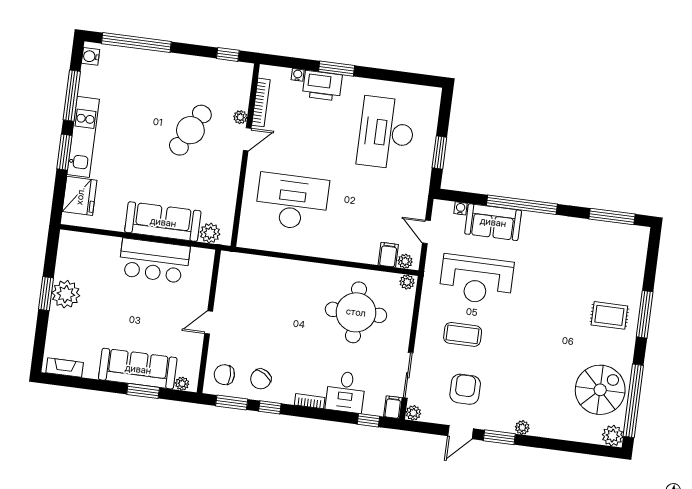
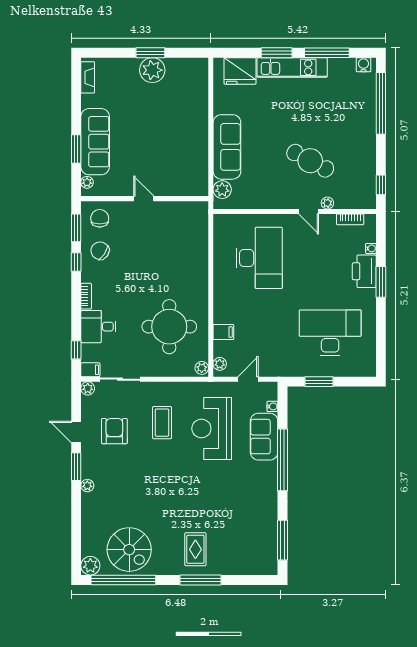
bookcase: (261, 102) -> (350, 219), width x0.64
filing cabinet: (388, 255) -> (223, 332), moved
bar counter: (154, 261) -> (192, 144), removed
armchair: (465, 389) -> (114, 431), turned -90

